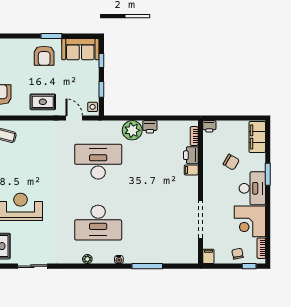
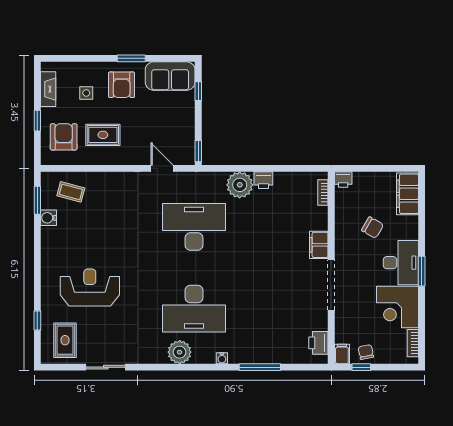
window: (101, 89) -> (198, 151), moved
rug: (43, 102) -> (103, 135), moved
side table: (93, 107) -> (86, 93), moved
printer: (191, 155) -> (318, 343), moved
filing cabinet: (191, 170) -> (319, 245), width x2.00
window: (268, 174) -> (422, 271), moved
doorway: (200, 220) -> (331, 285), moved
chair: (238, 254) -> (366, 352), moved
plant: (87, 259) -> (180, 352), width x1.88, depth x1.88
window: (249, 266) -> (361, 367), moved

